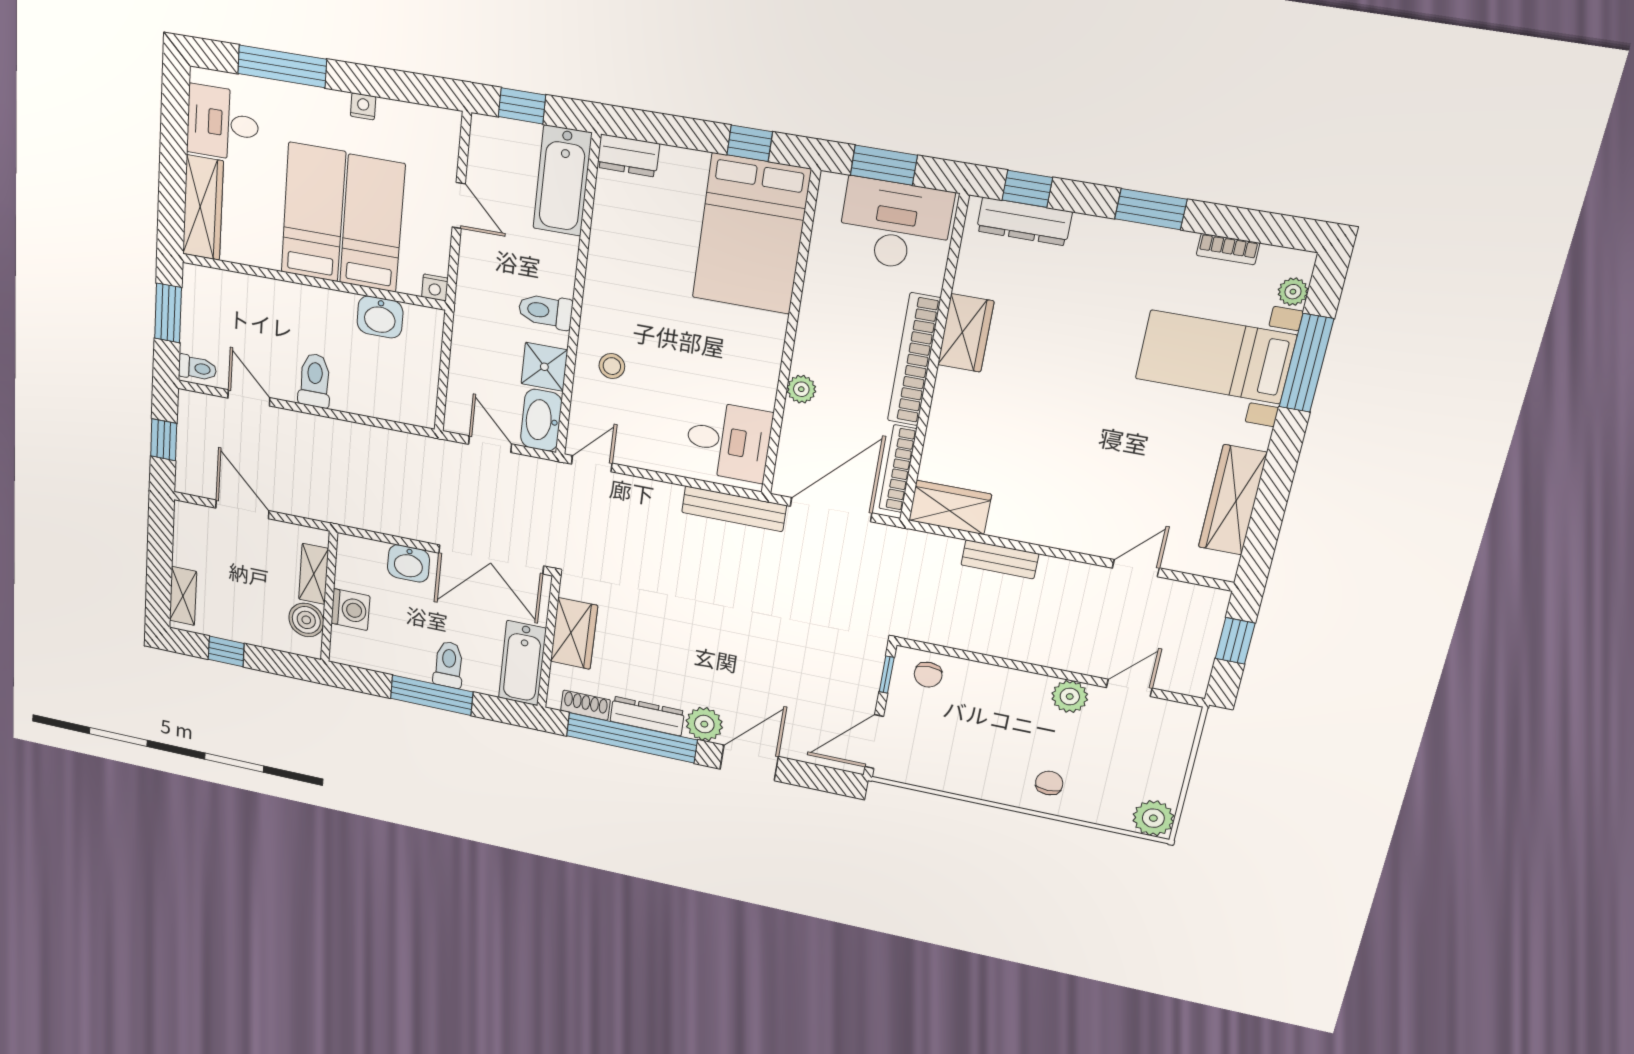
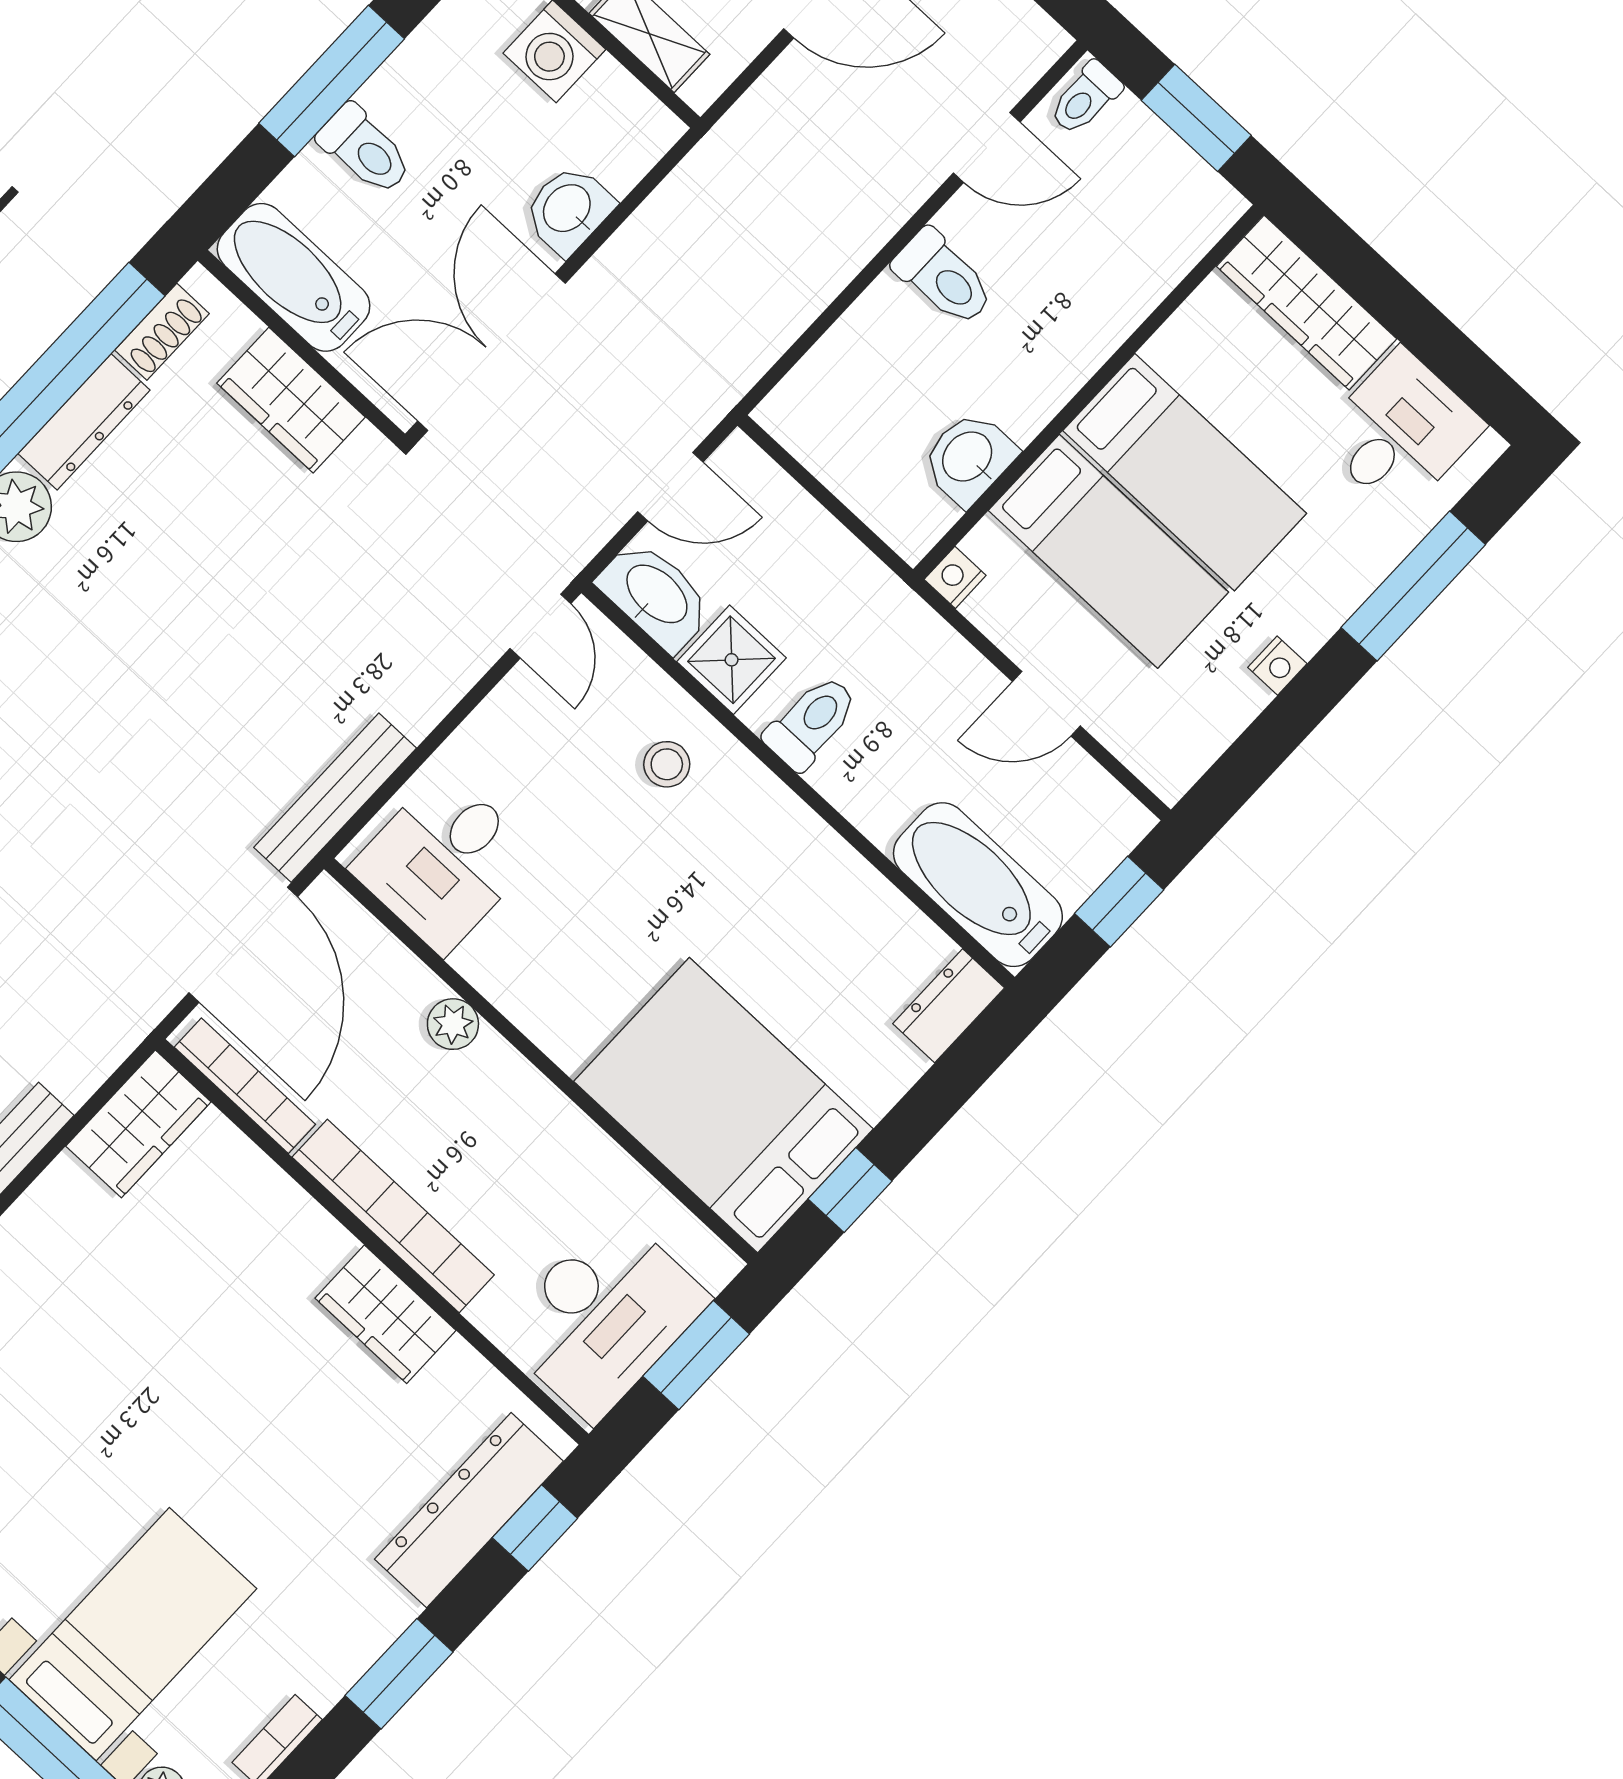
dresser: (1024, 221) -> (469, 1510), width x1.37, depth x1.24

